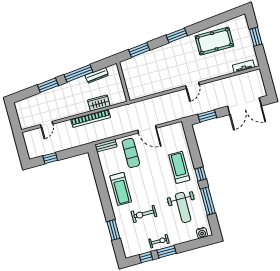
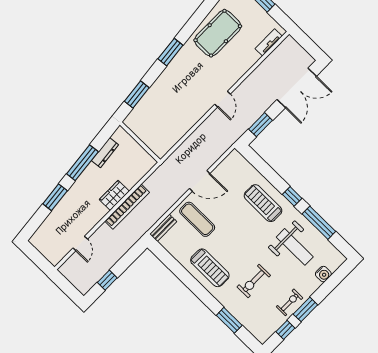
wardrobe: (99, 103) -> (114, 195), moved
water cooler: (202, 233) -> (323, 274), moved

